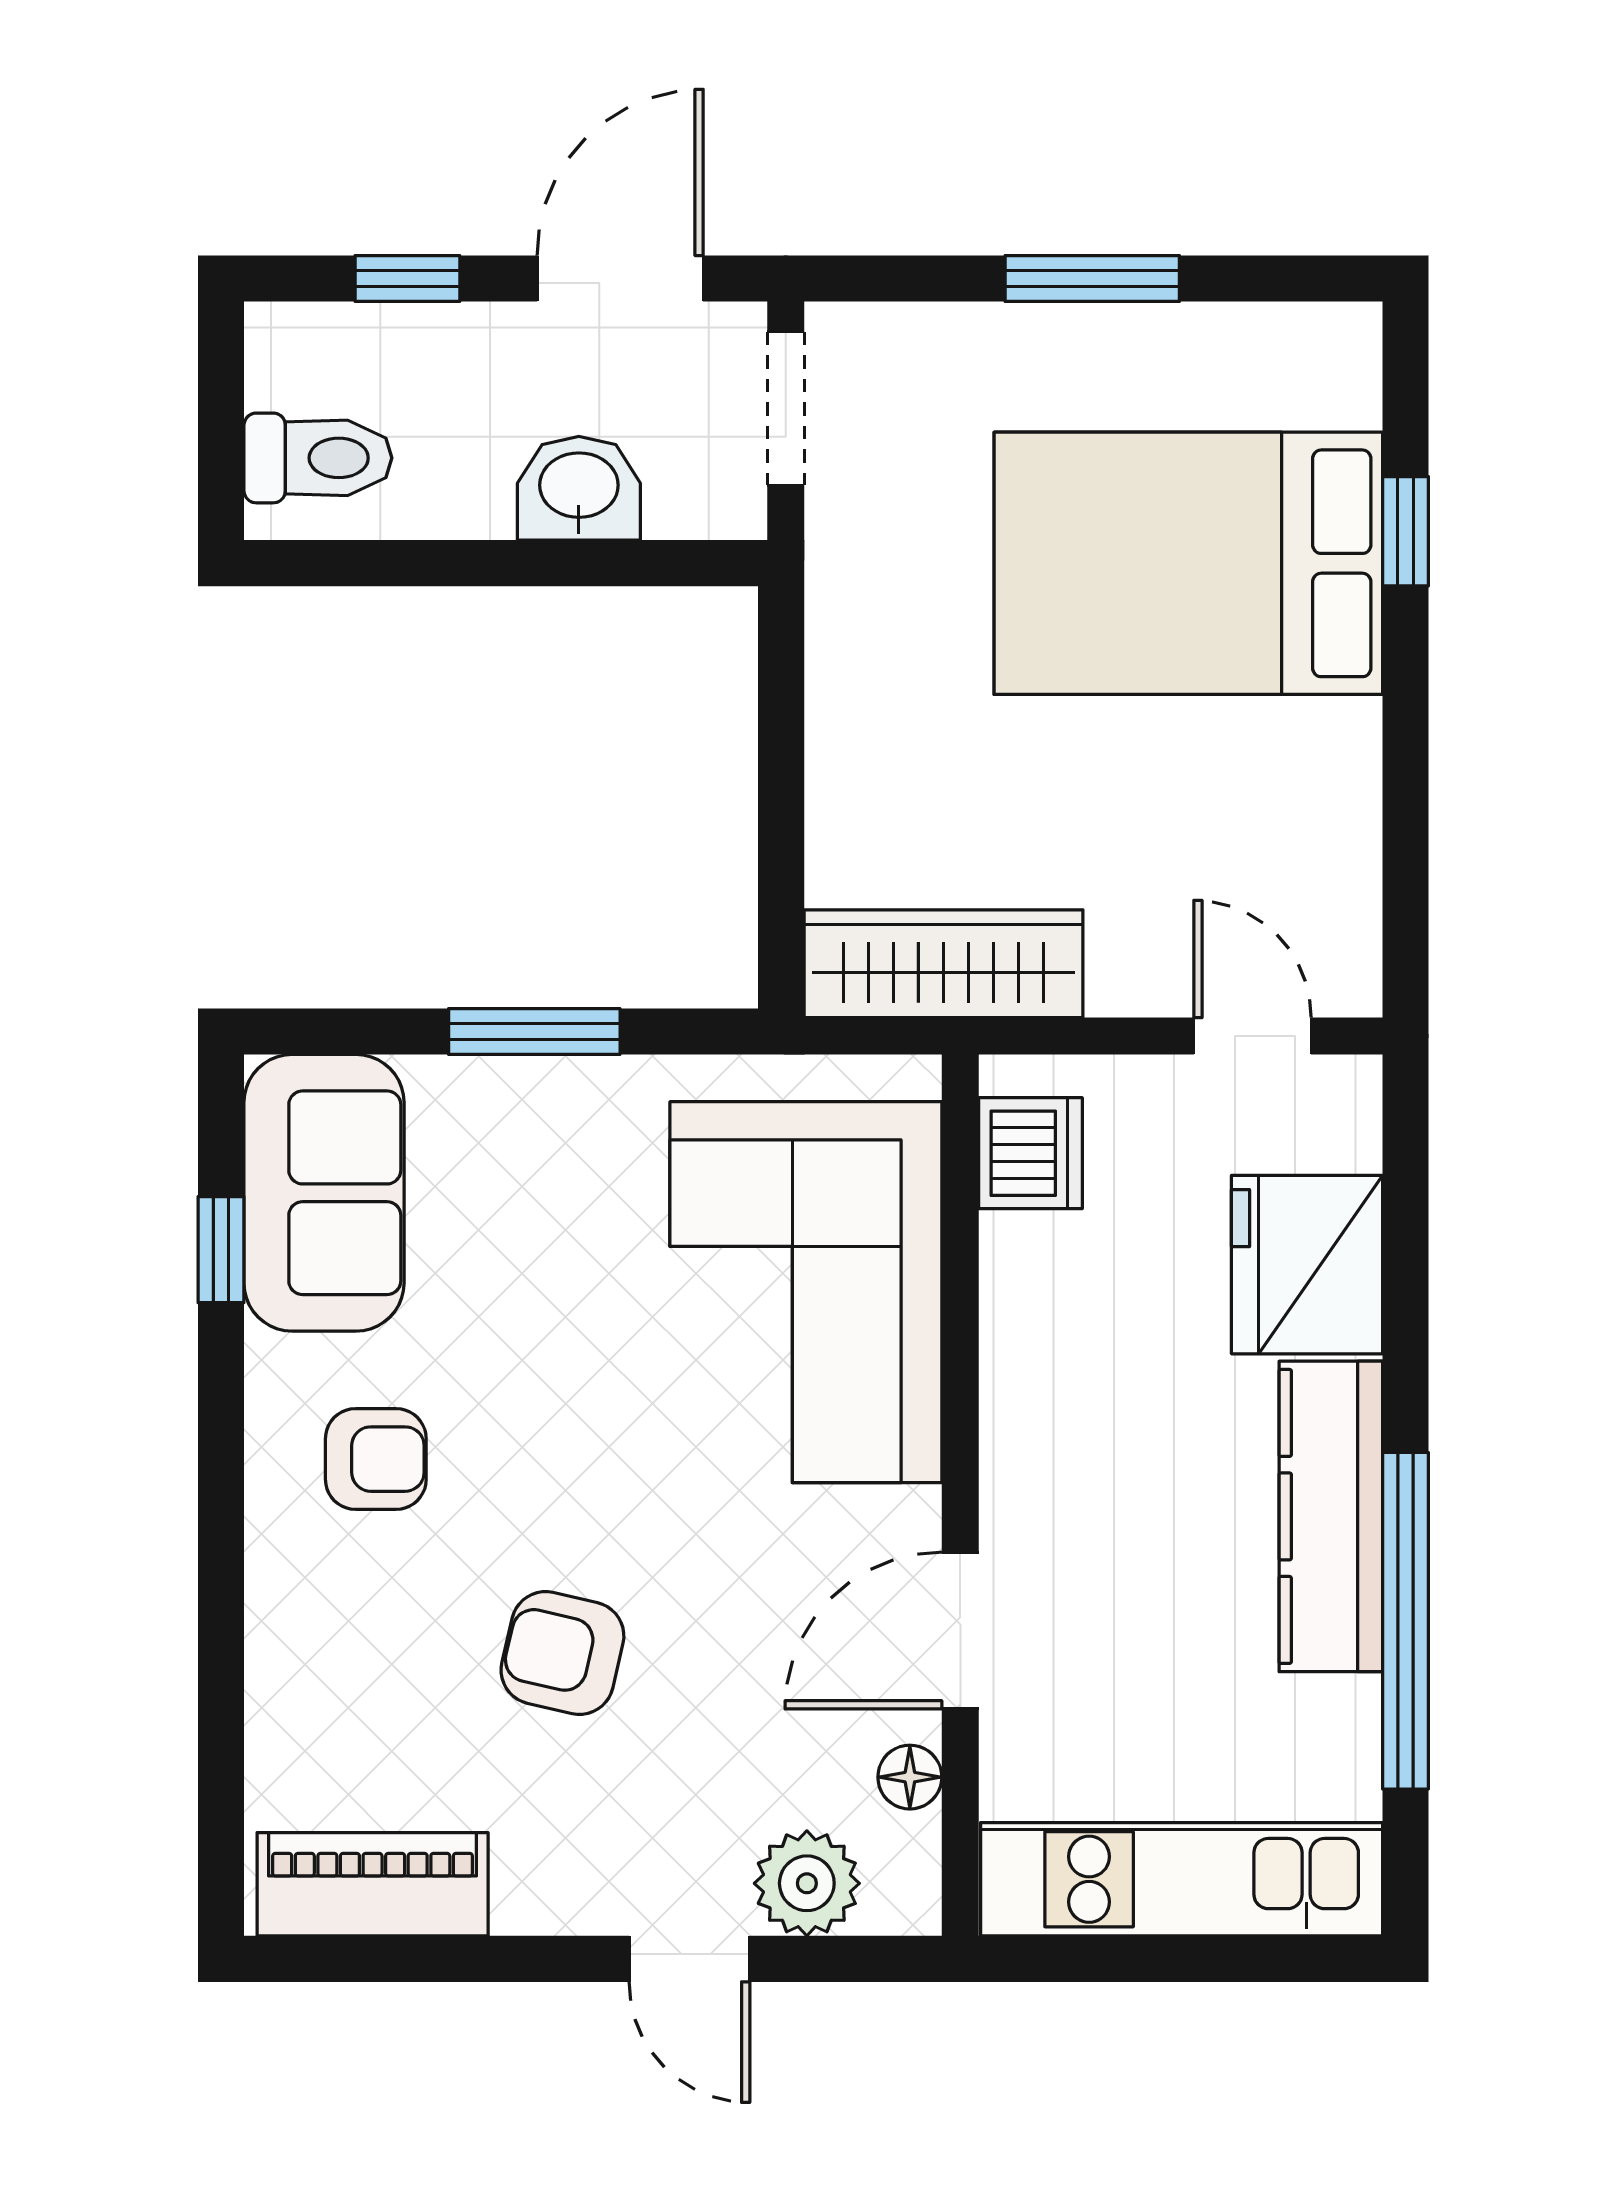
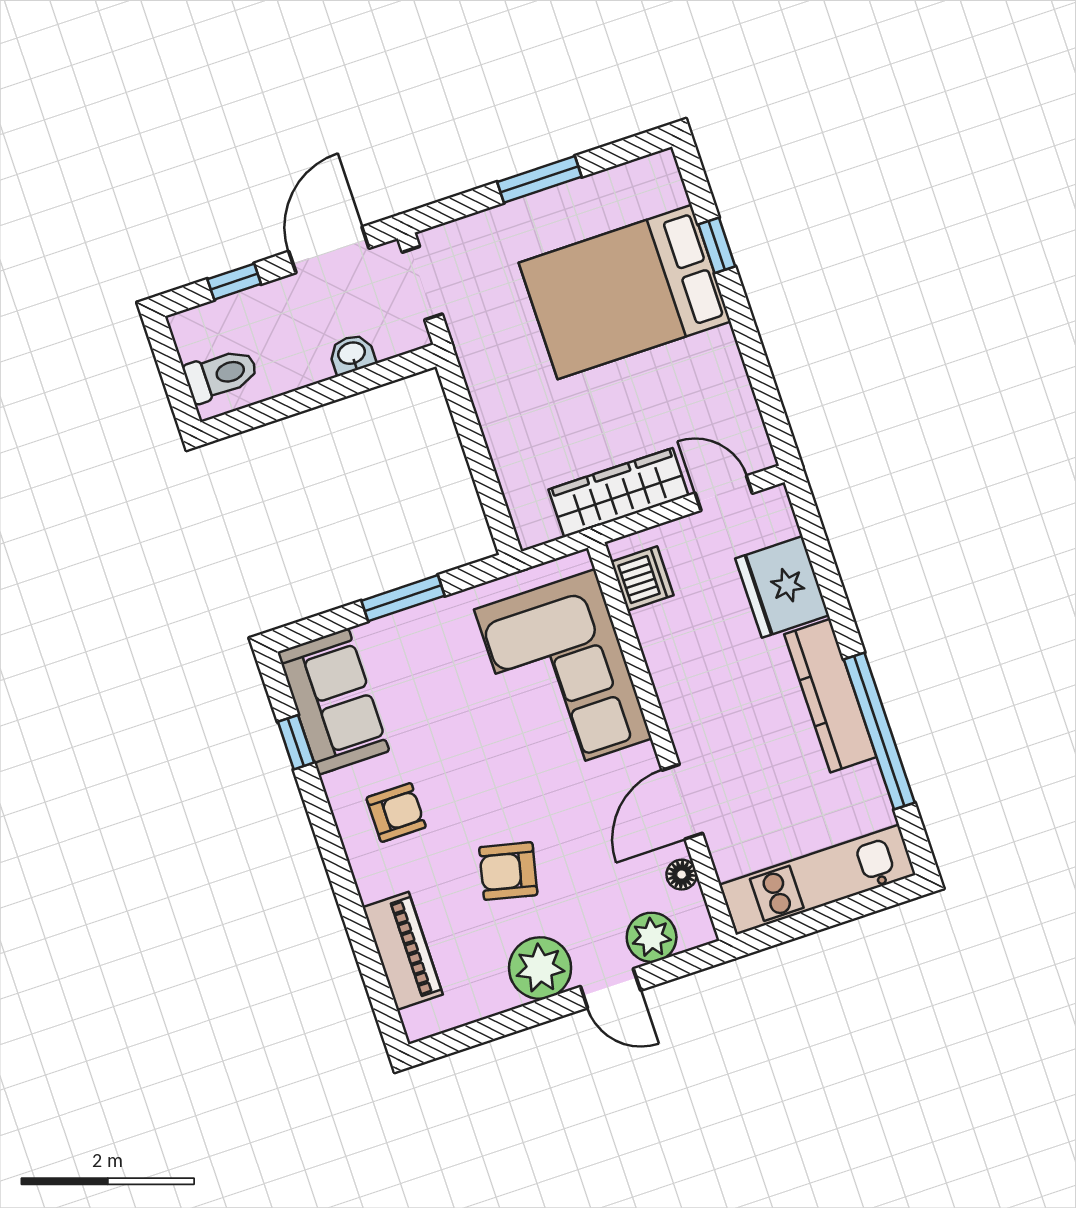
washbasin: (579, 488) -> (352, 354), width x0.72, depth x0.69
wardrobe: (944, 964) -> (618, 493), moved
plant: (561, 1870) -> (540, 968), added
piano: (373, 1884) -> (403, 951), moved, turned 90

